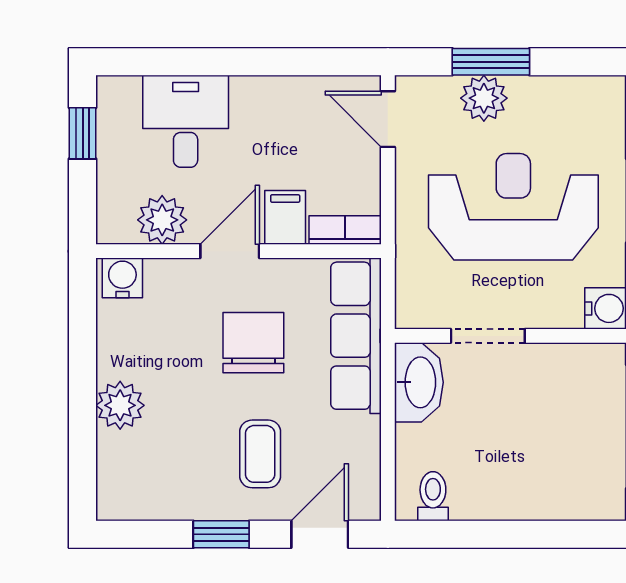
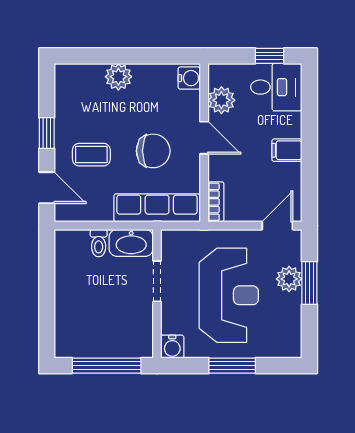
desk: (186, 121) -> (276, 87), moved
filing cabinet: (285, 217) -> (287, 150), moved, turned 180
toilet: (433, 496) -> (99, 243), moved, turned 90

